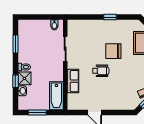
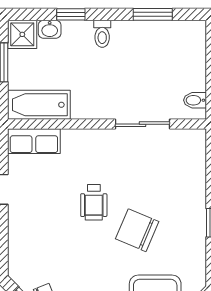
chair: (113, 51) -> (137, 230), turned -67
shower: (24, 78) -> (22, 34), moved
row of seats: (73, 81) -> (34, 141), moved

